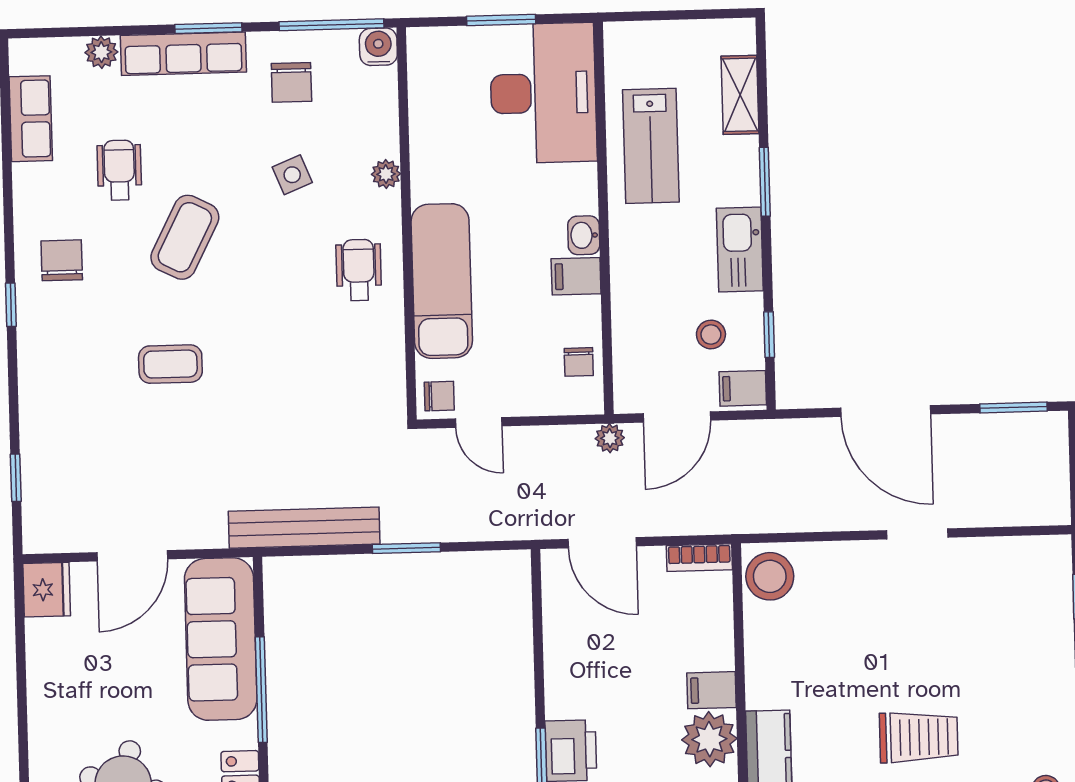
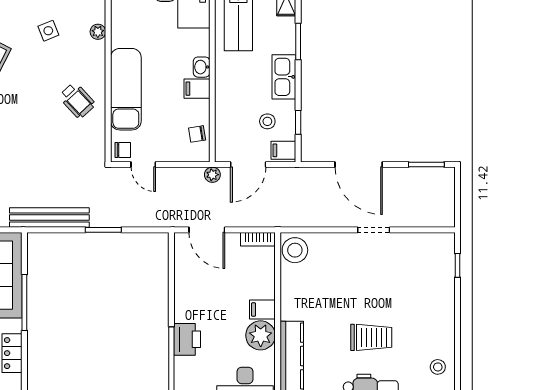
wheelchair: (359, 270) -> (77, 100), moved, turned 137
chair: (579, 362) -> (197, 134), turned 81

